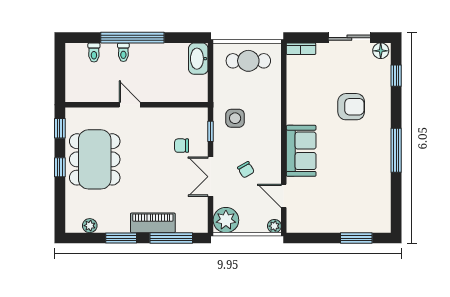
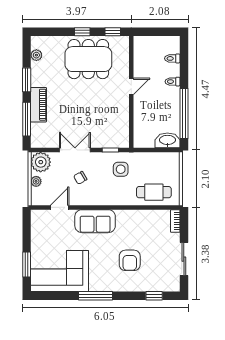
window: (132, 38) -> (184, 114), moved
floor lamp: (381, 51) -> (174, 284), removed
cafe table: (248, 61) -> (154, 192), moved, turned 90
chair: (182, 146) -> (99, 127), removed
corner sofa: (365, 196) -> (60, 271), added
plant: (274, 226) -> (36, 181), moved

